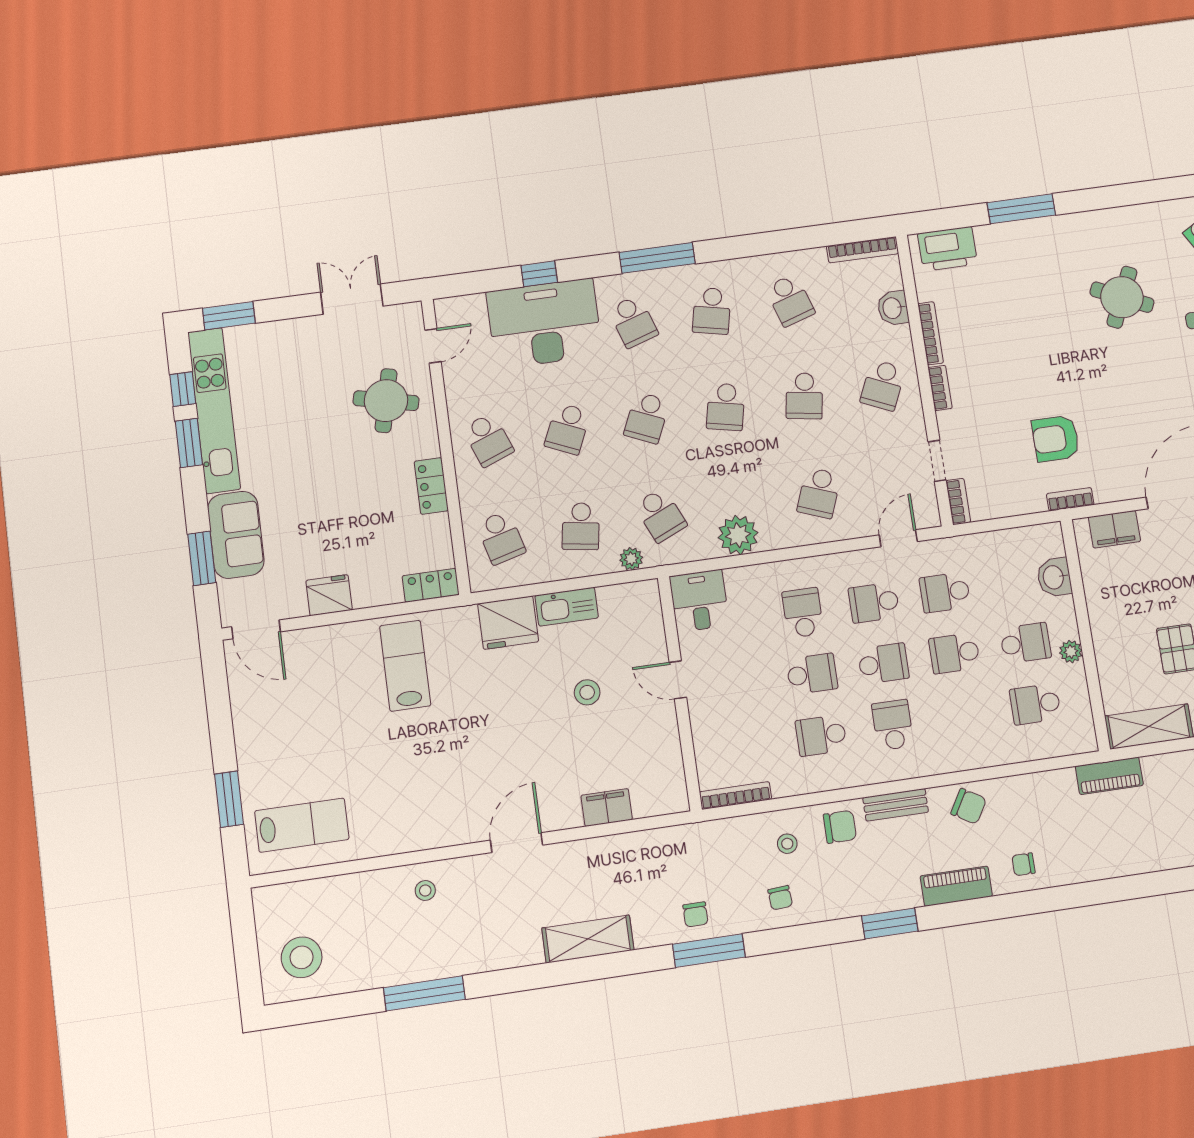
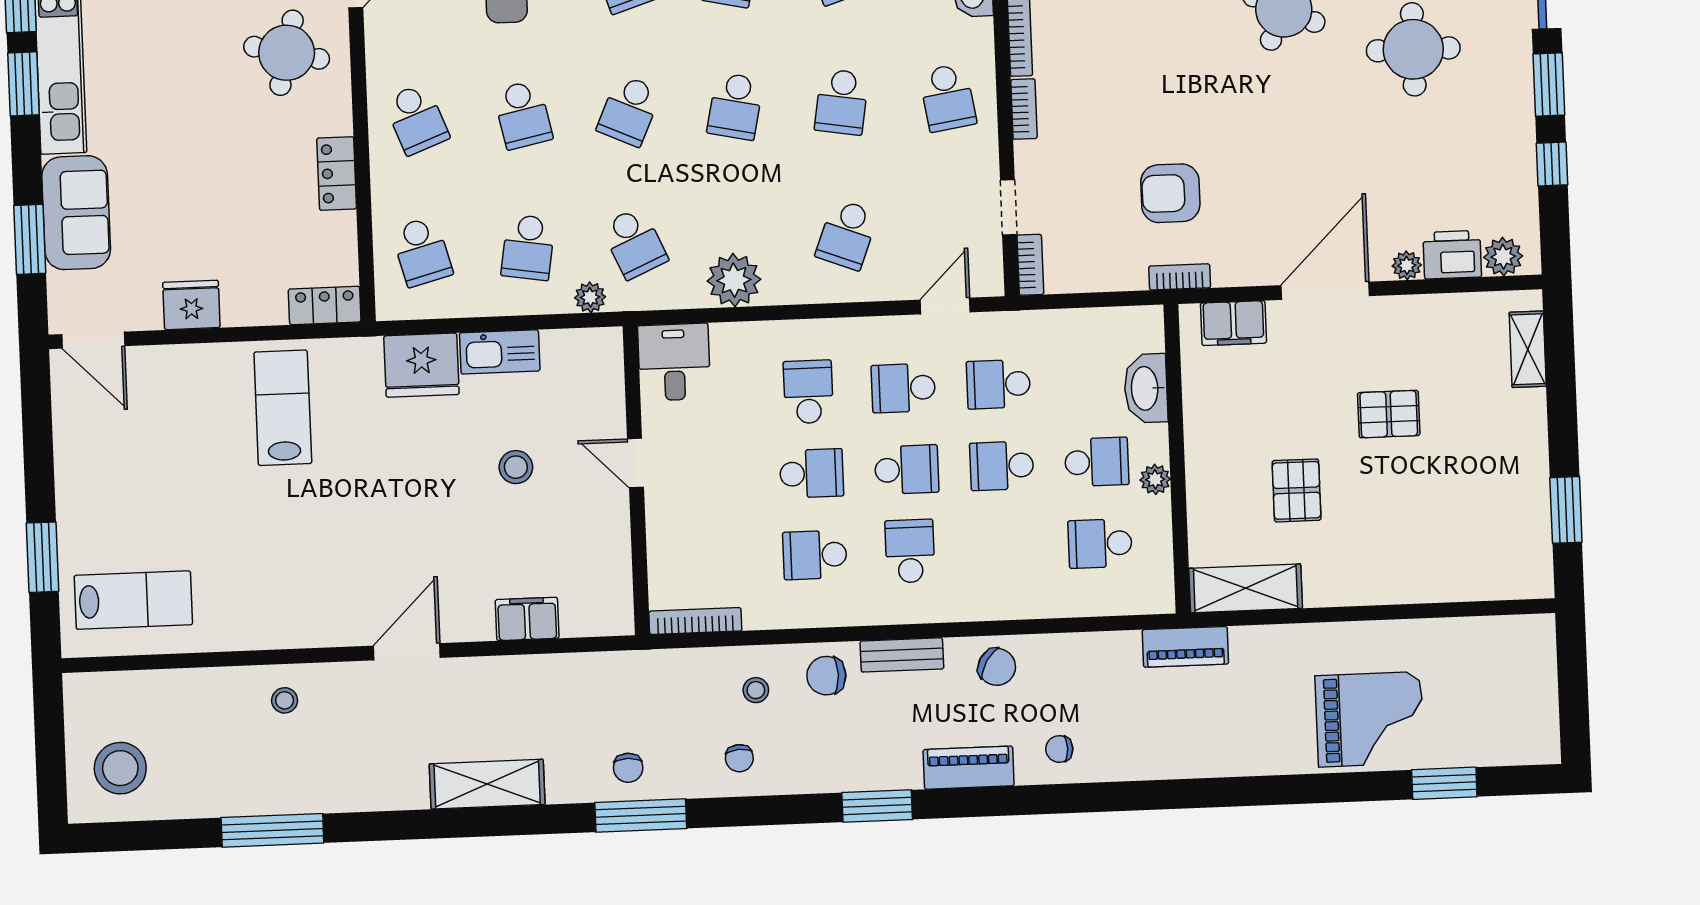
school desk: (883, 385) -> (948, 98), turned -33
school desk: (568, 429) -> (523, 115), turned -36
washbasin: (1054, 577) -> (1146, 388), width x1.38
chair: (840, 827) -> (826, 676), turned 180

